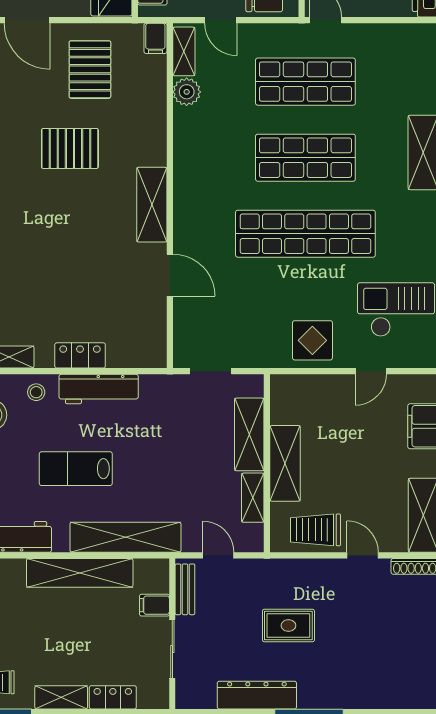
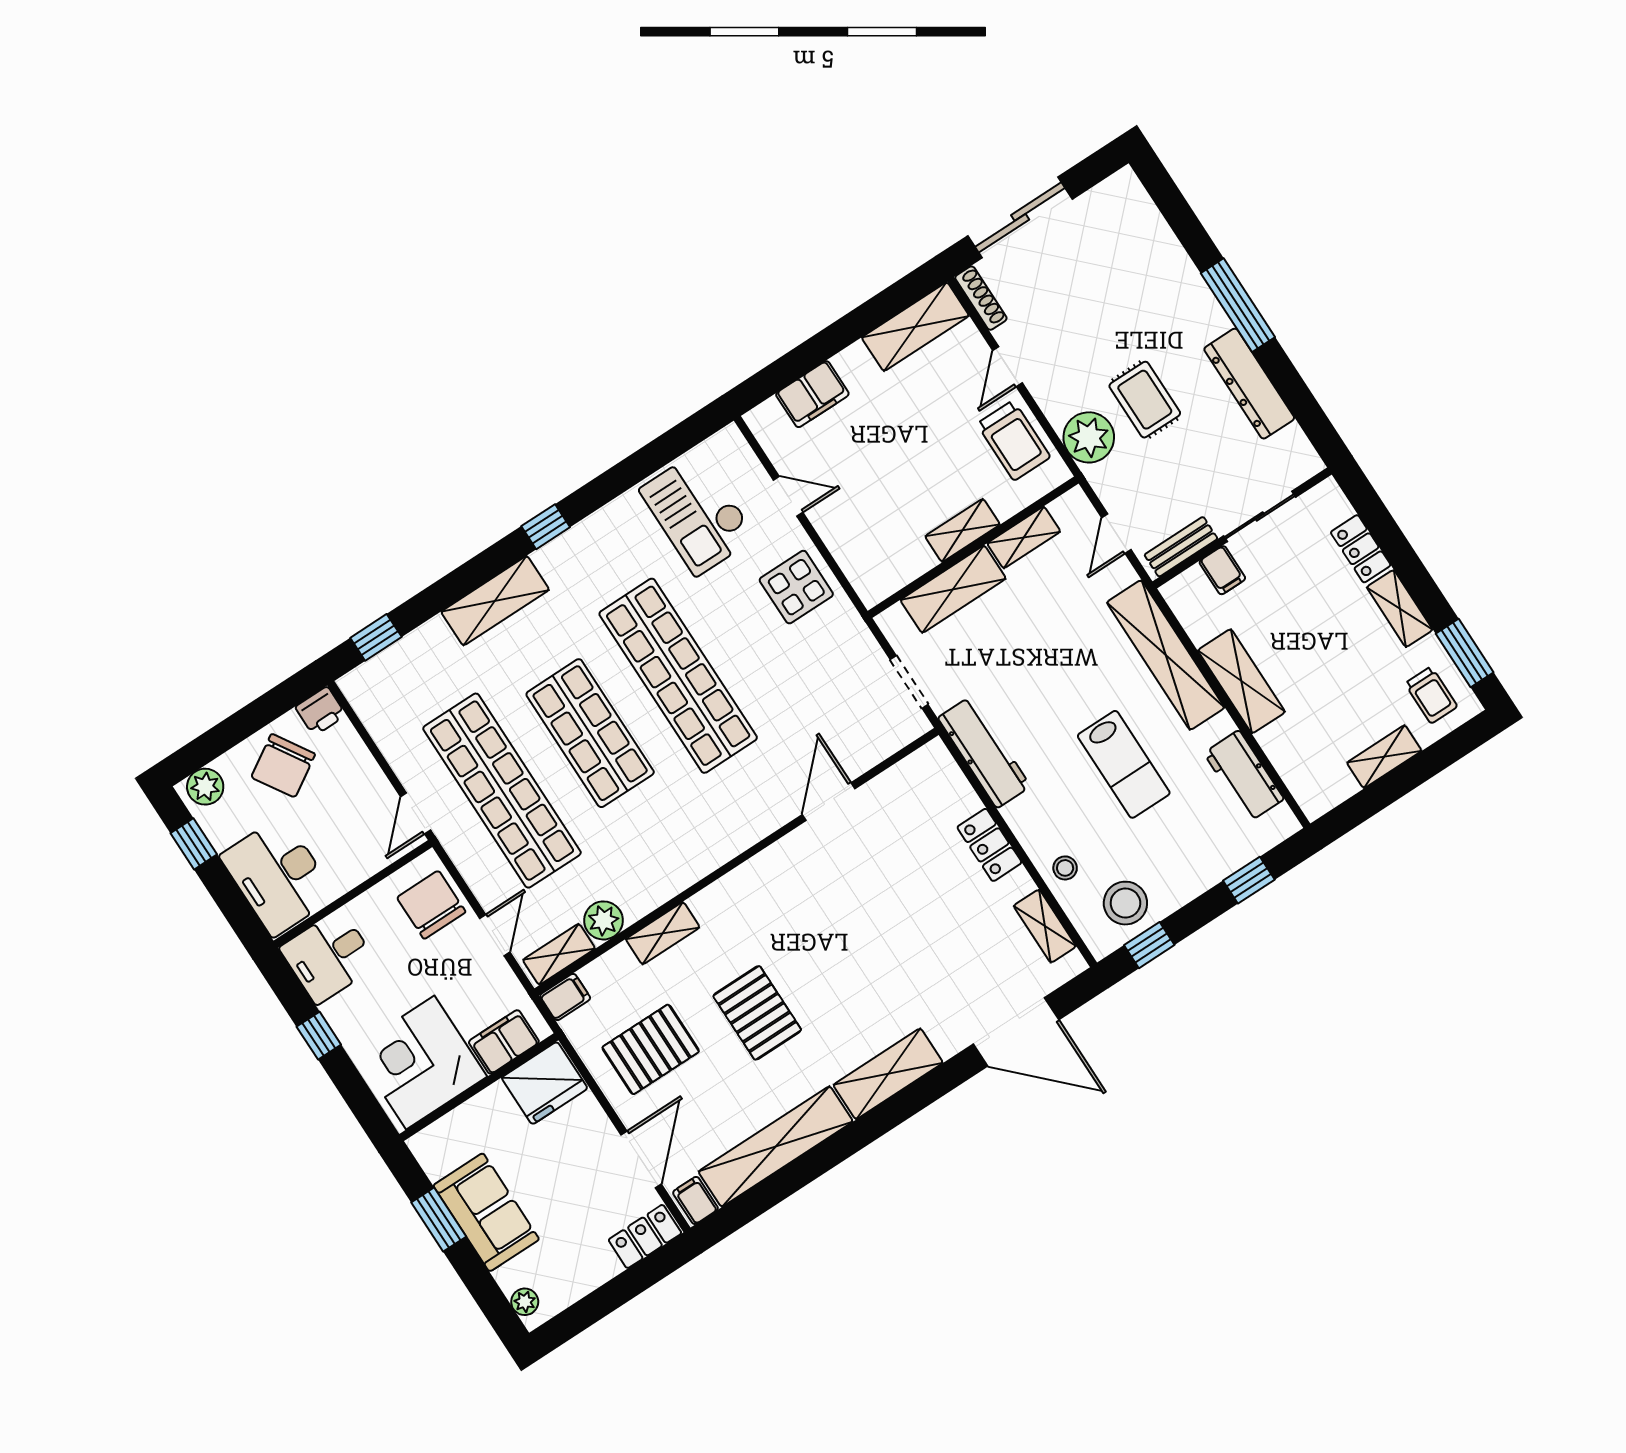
shop shelf: (305, 82) -> (502, 791), width x1.40
shelving: (152, 205) -> (663, 933), moved, width x0.67, depth x0.75
workbench: (99, 389) -> (984, 752), moved
shelving: (285, 463) -> (962, 530), width x0.67, depth x0.75
shelving: (80, 573) -> (1241, 681), width x0.68
plant: (288, 577) -> (1089, 437), added

